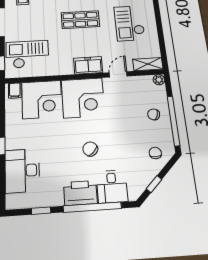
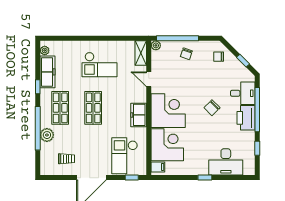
freezer: (88, 65) -> (139, 115), moved
window: (174, 121) -> (177, 38), moved

